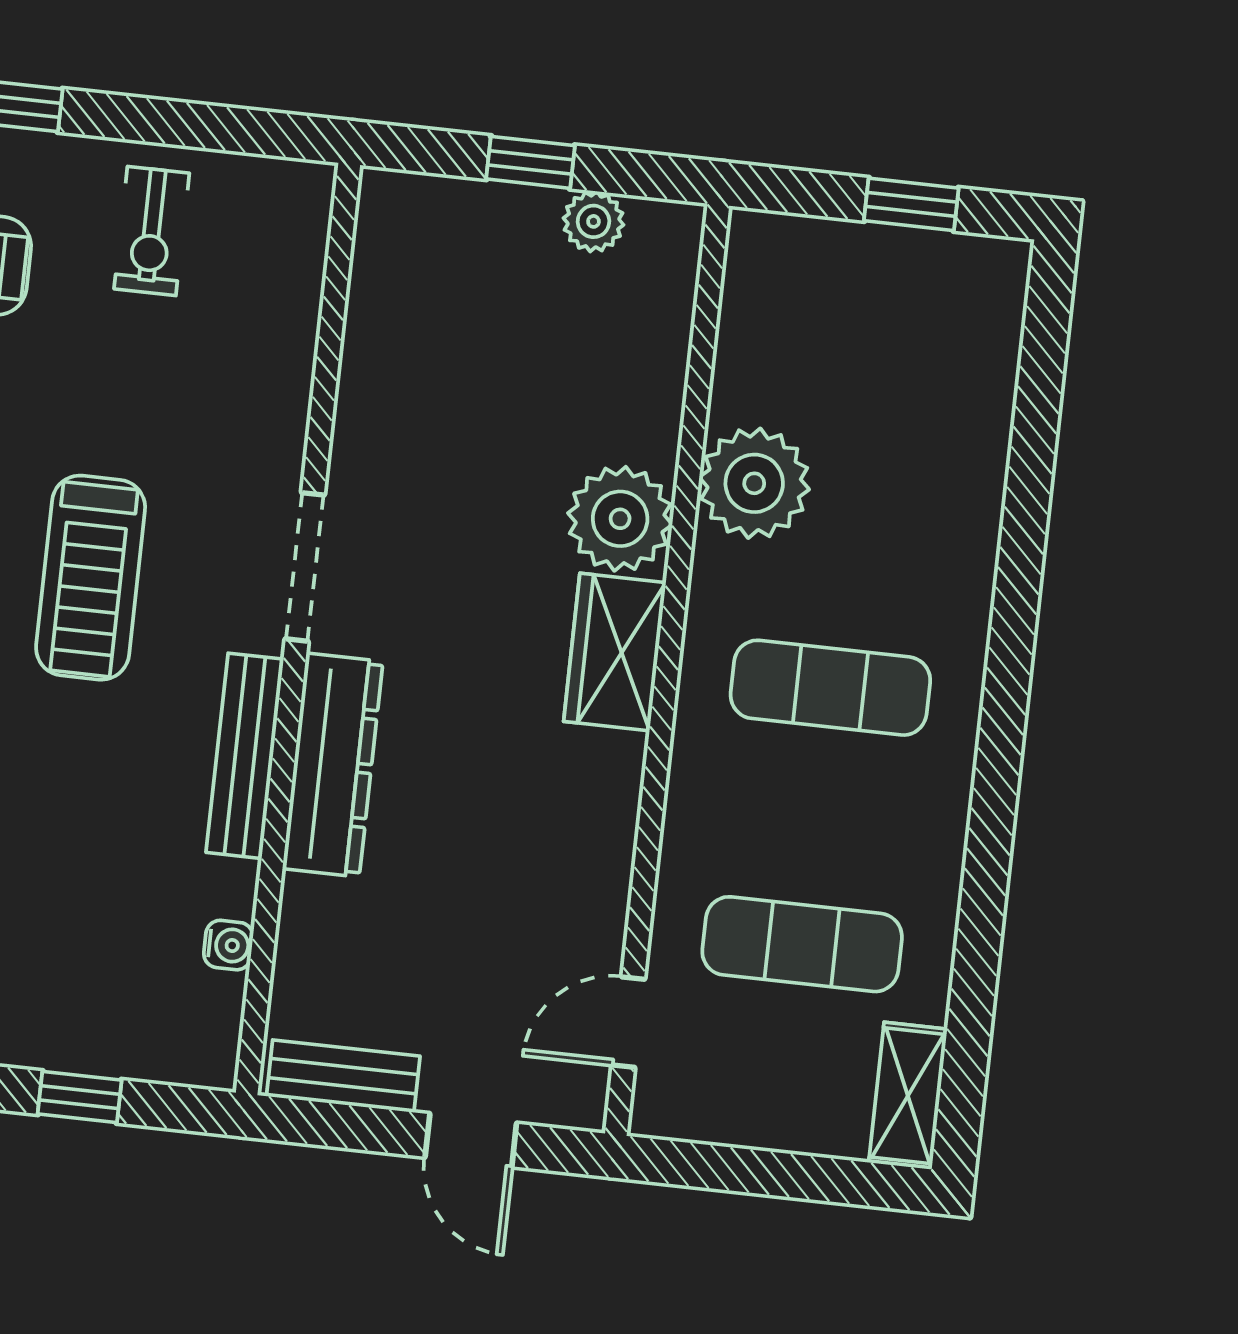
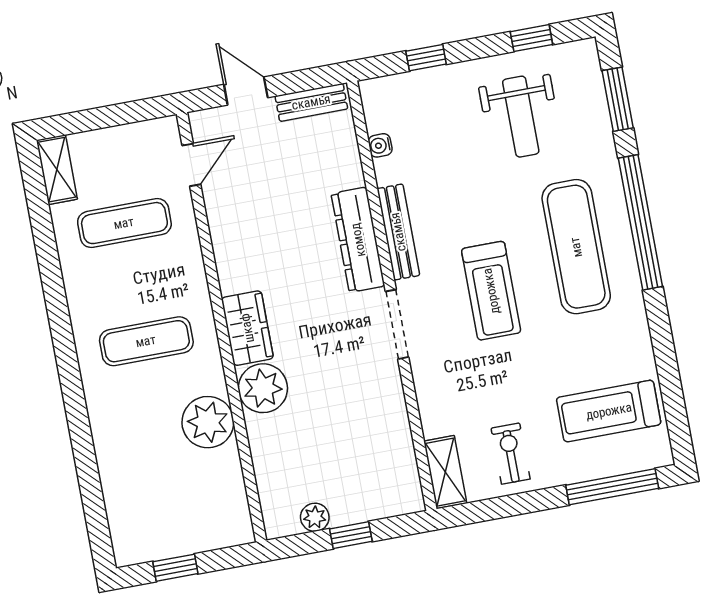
shelving: (297, 233) -> (445, 472), added
treadmill: (91, 578) -> (491, 291), turned 180

